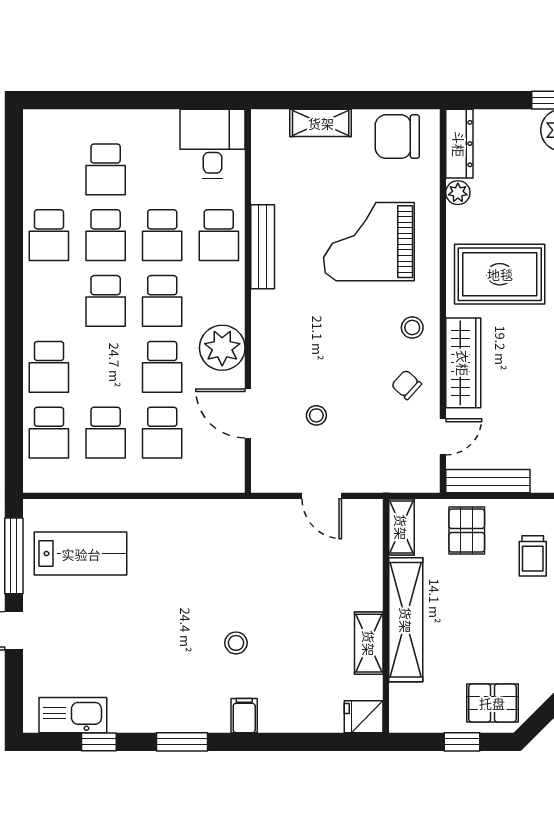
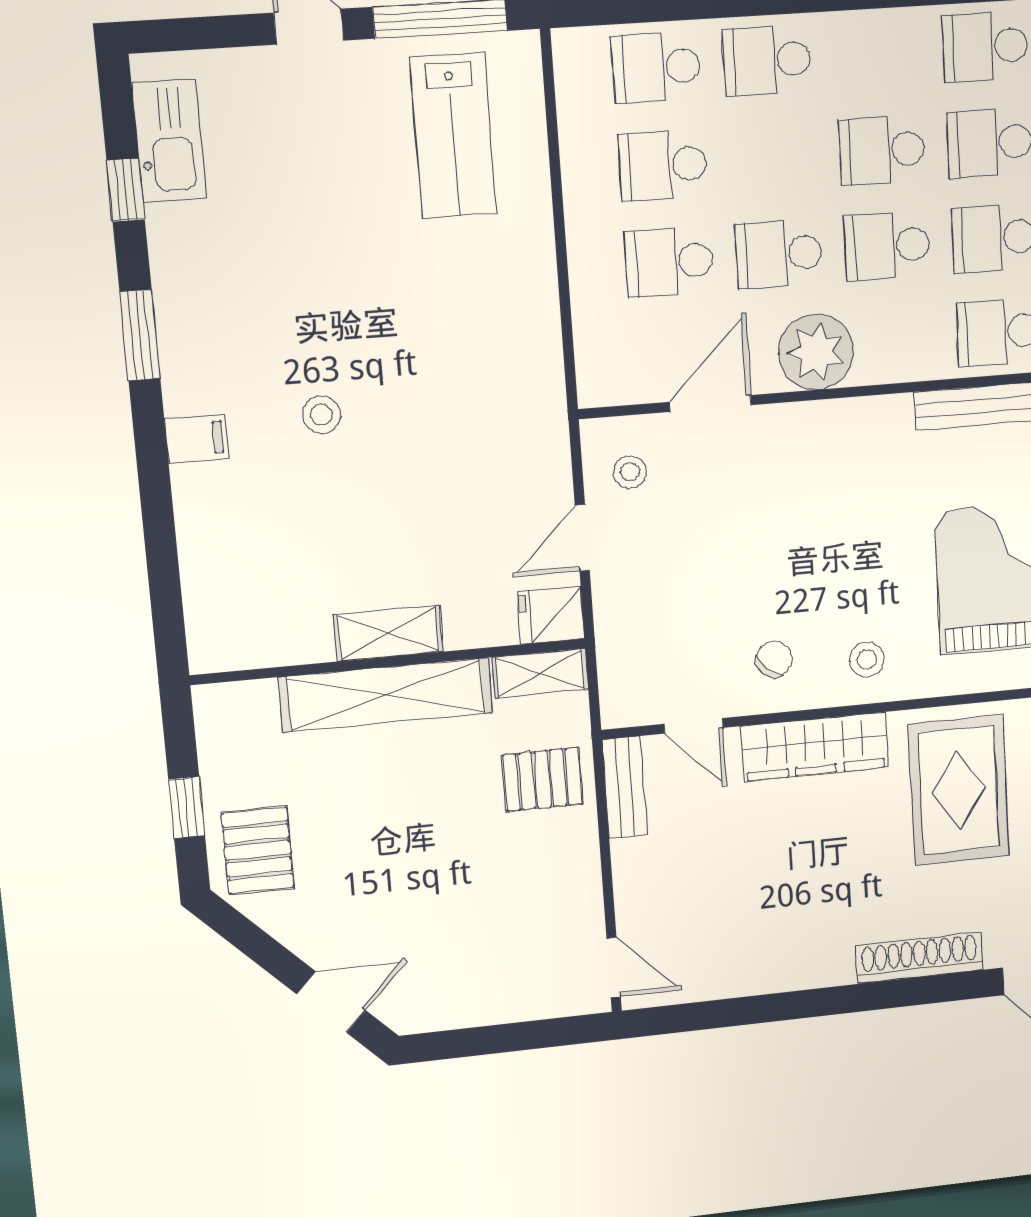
stool: (316, 415) -> (630, 472), moved
bench: (488, 481) -> (625, 787), width x0.73
trolley: (533, 556) -> (509, 890), removed
shelving: (369, 643) -> (388, 633), moved
fridge: (364, 717) -> (551, 615), moved, turned -90

